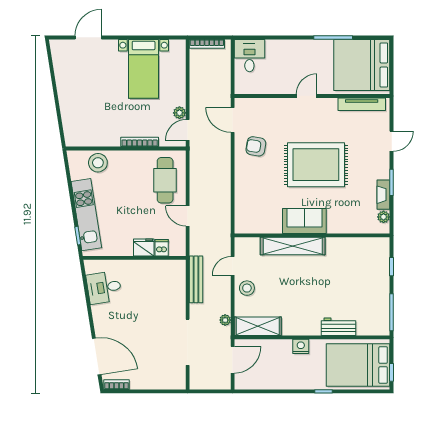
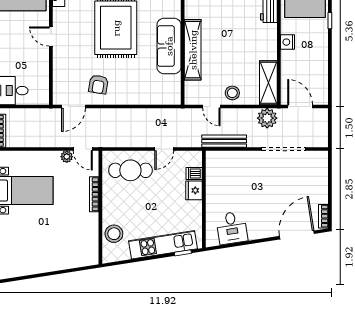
sofa: (304, 221) -> (169, 46), width x1.36
plant: (225, 320) -> (267, 118), width x1.88, depth x1.88

